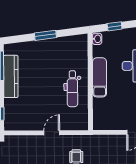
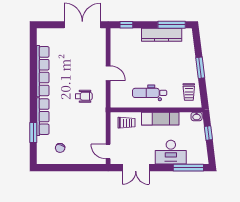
trolley: (71, 47) -> (189, 92), added
trolley: (104, 113) -> (126, 123), added

